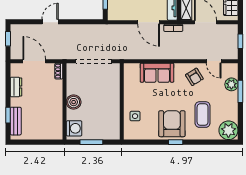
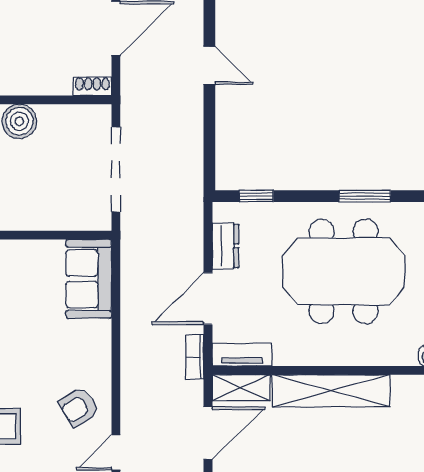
dresser: (126, 15) -> (225, 246), added
sofa: (157, 73) -> (89, 279), moved

